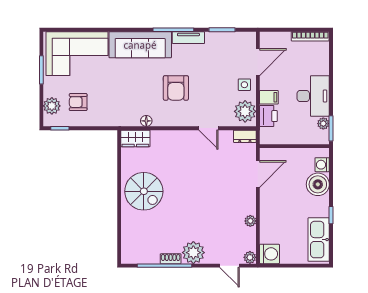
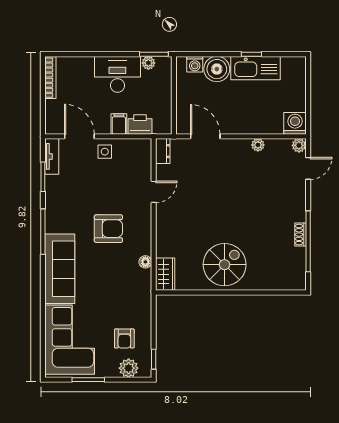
tv unit: (188, 38) -> (52, 156), moved
plant: (245, 111) -> (135, 151), removed
kitchen sink: (319, 240) -> (256, 68), moved
plant: (193, 253) -> (293, 209), removed

